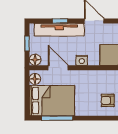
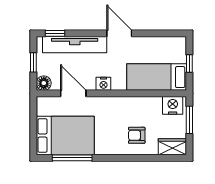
window: (60, 21) -> (55, 33), moved
floor lamp: (35, 79) -> (44, 108), removed

